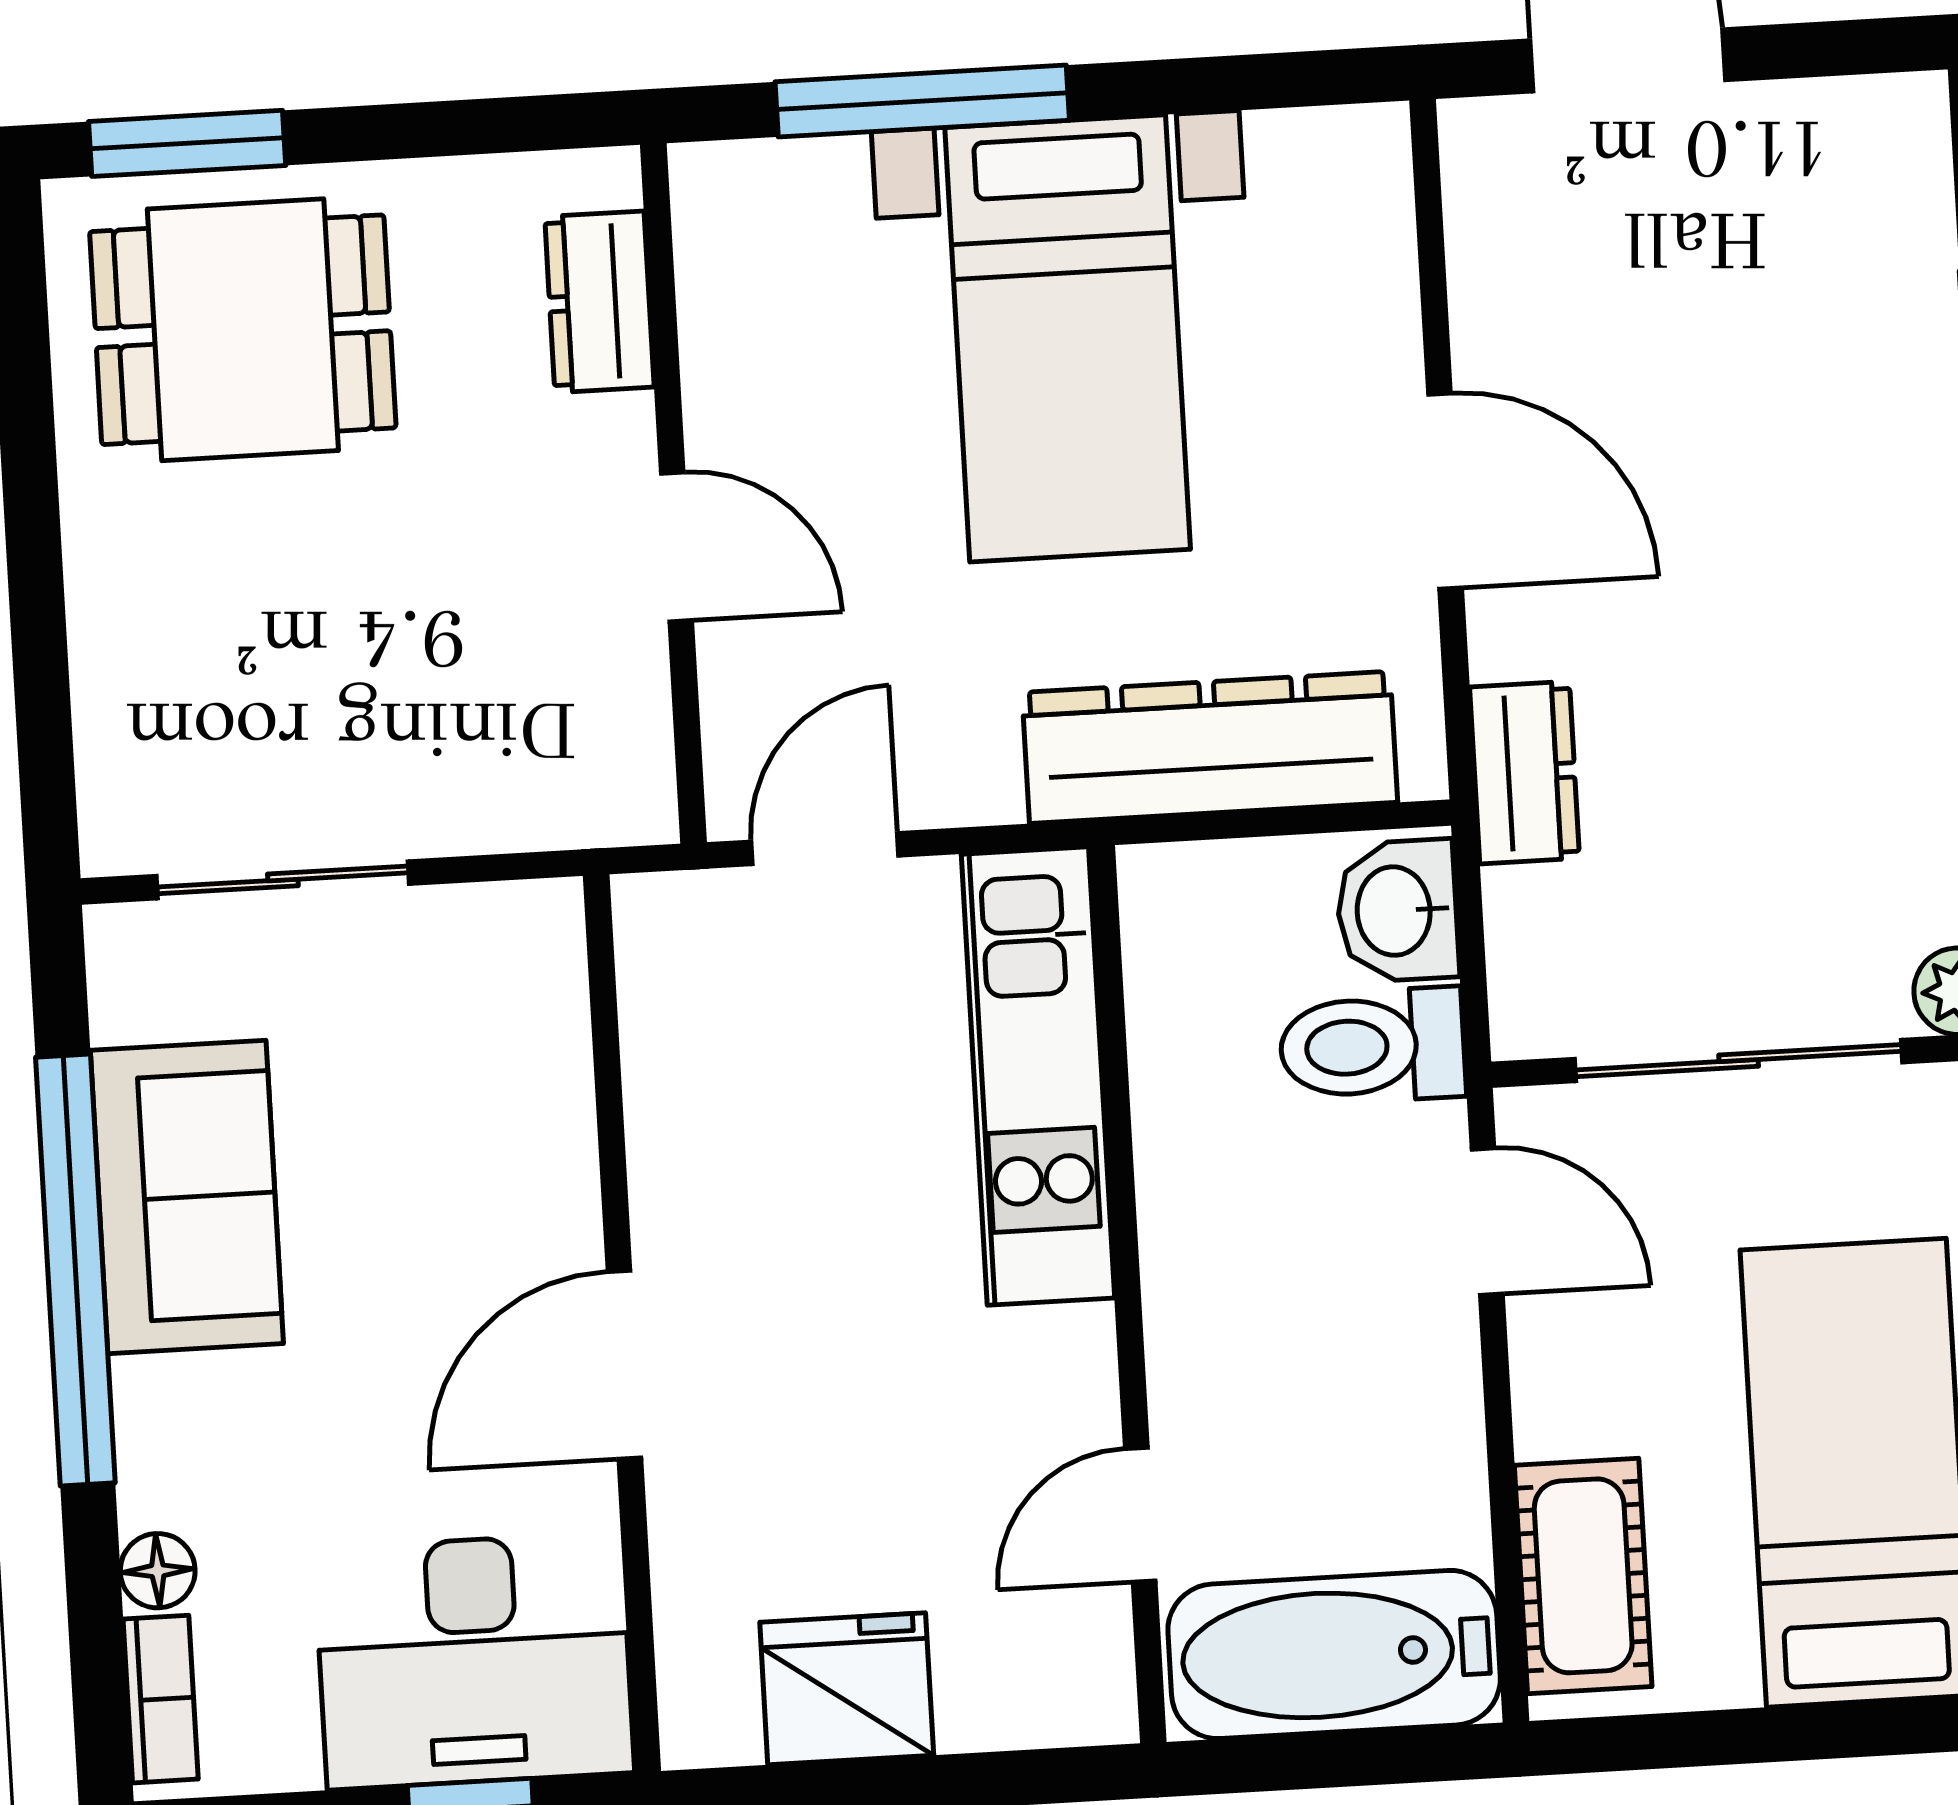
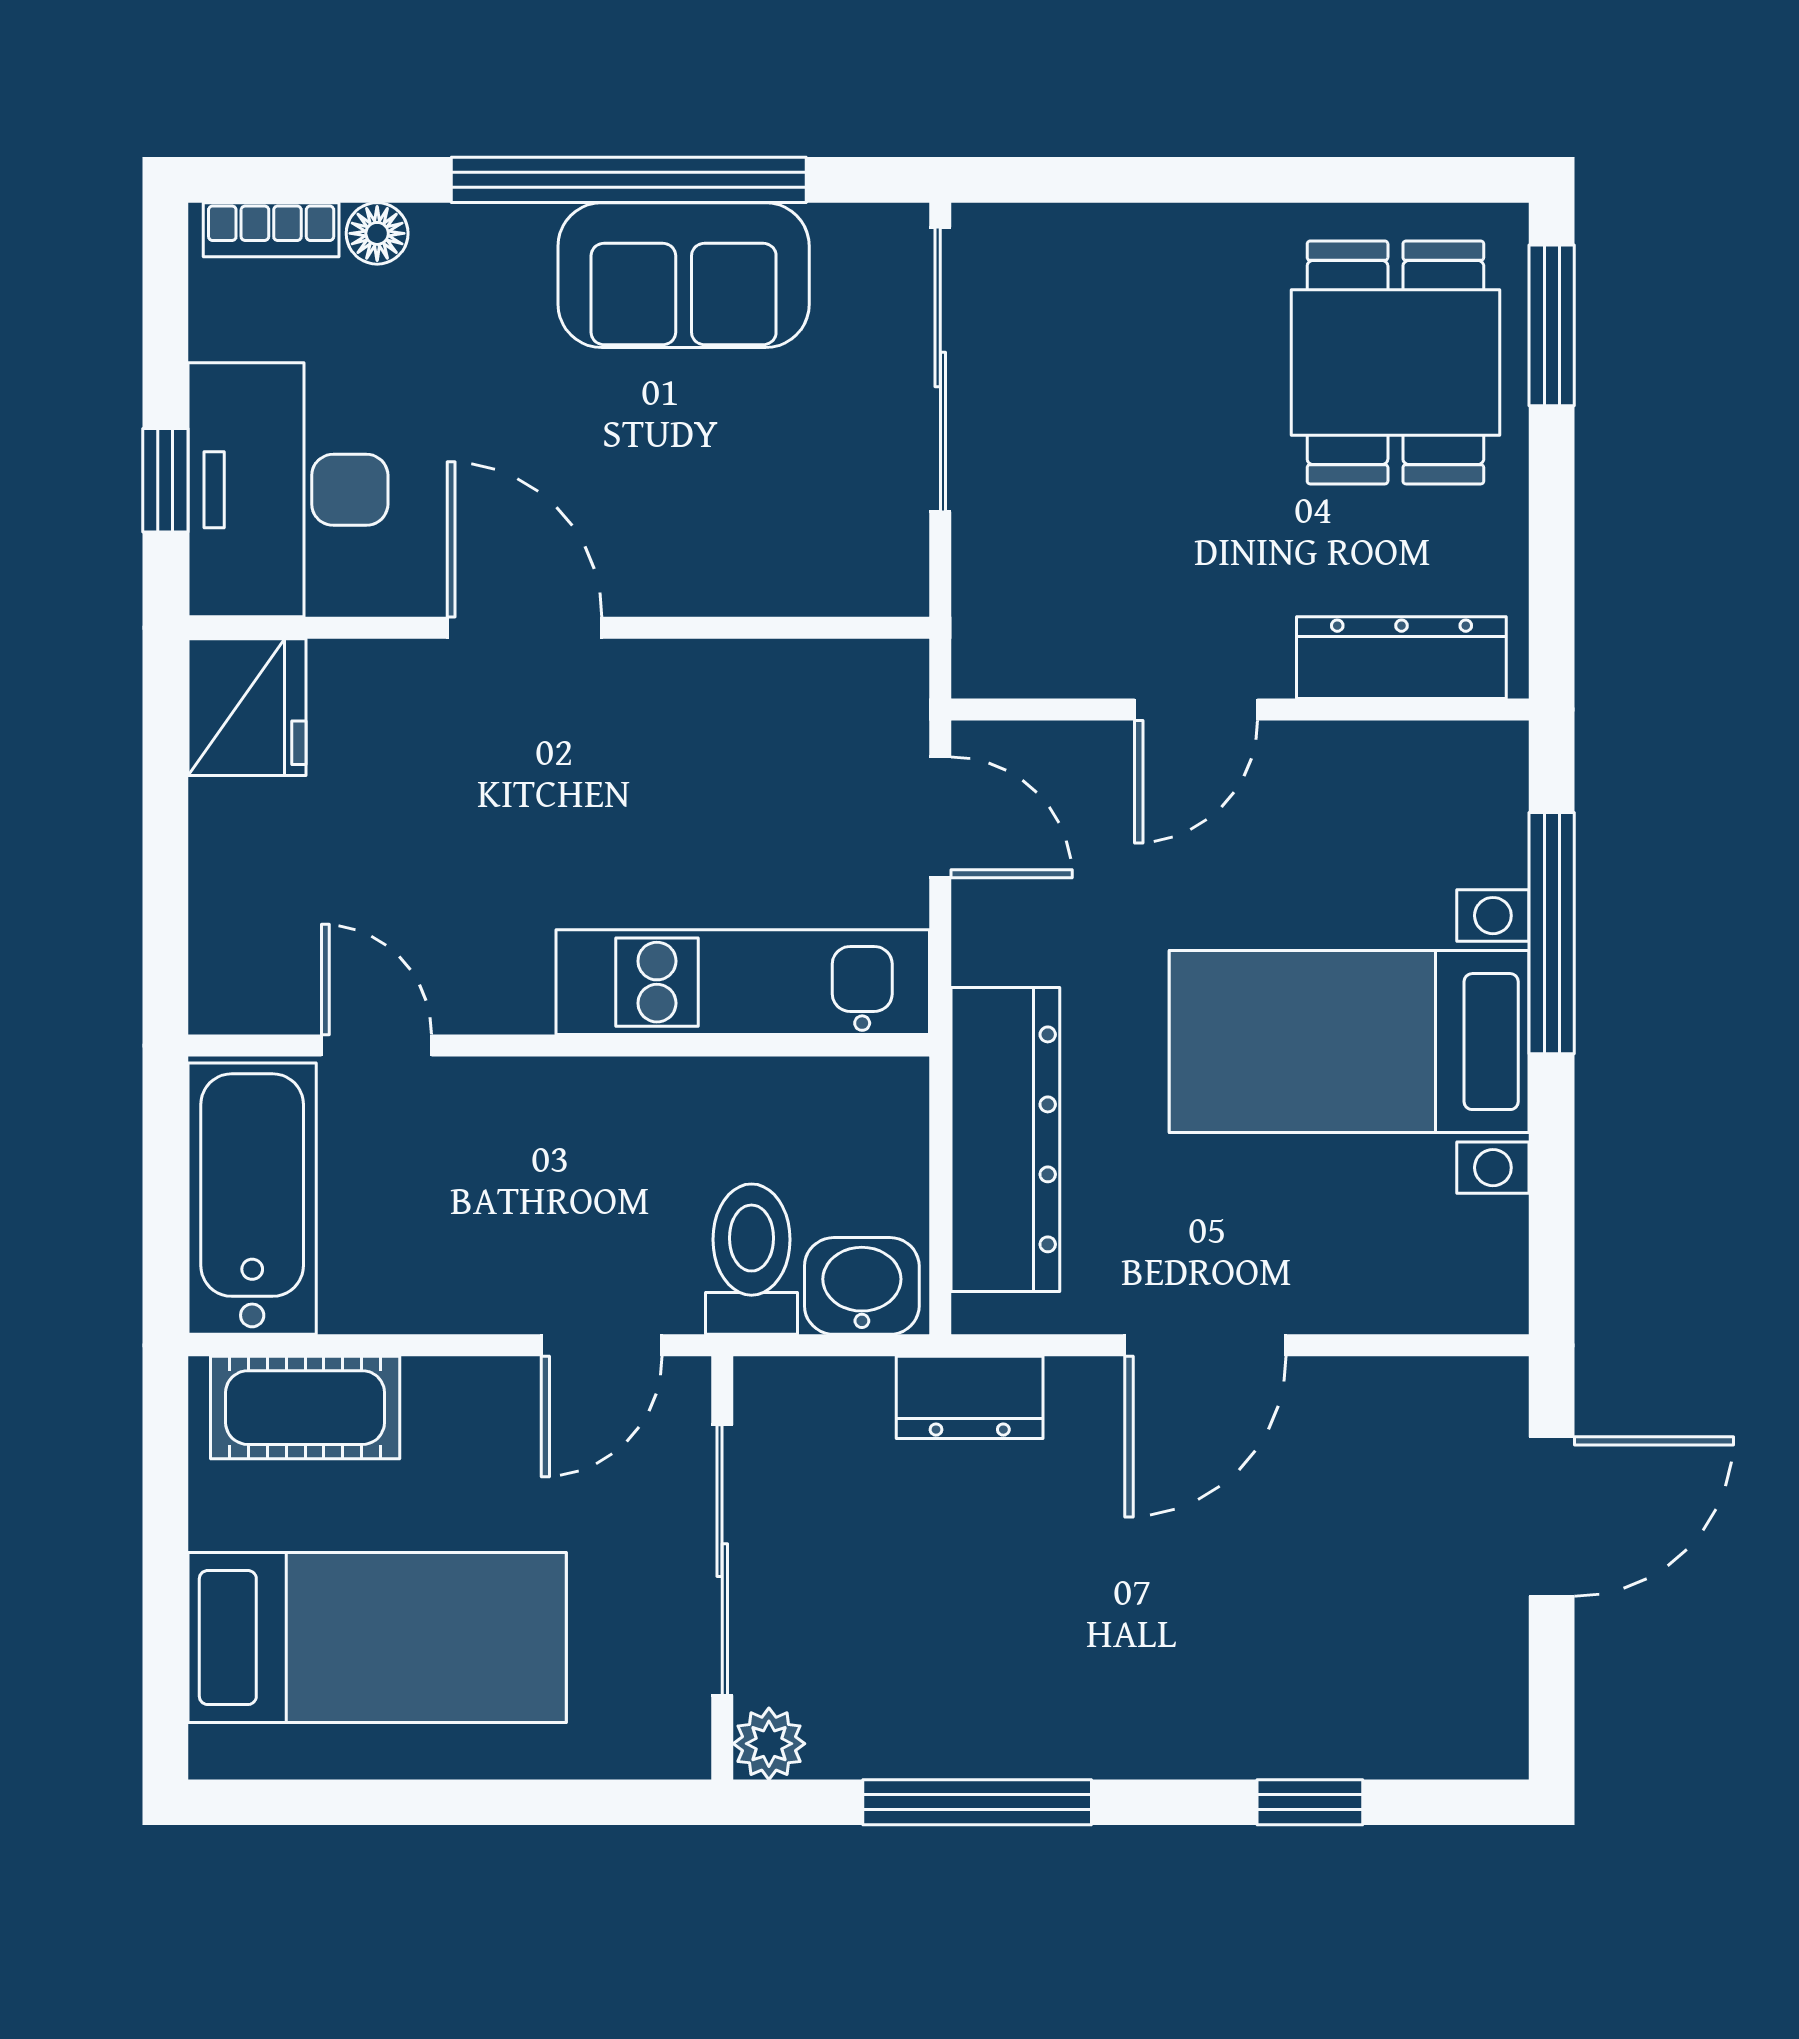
dresser: (599, 302) -> (1401, 658), width x1.44
sliding door: (283, 880) -> (940, 369), width x1.37
fridge: (847, 1689) -> (247, 707), moved

